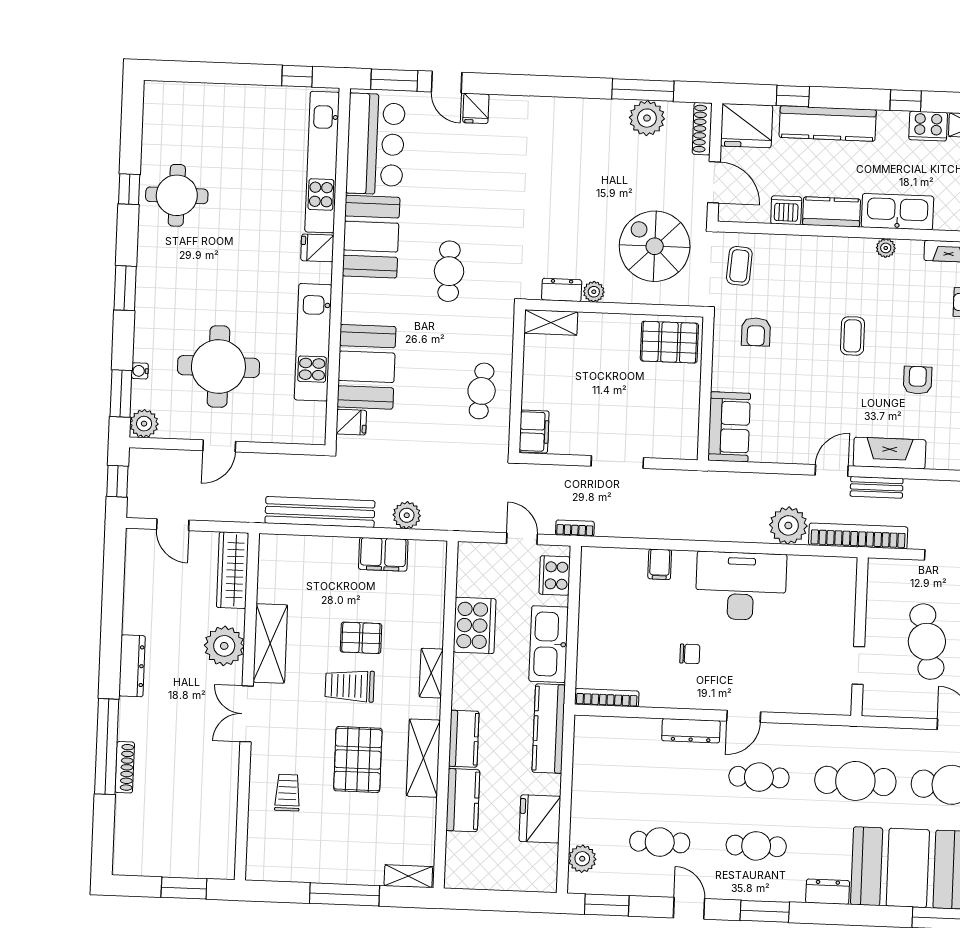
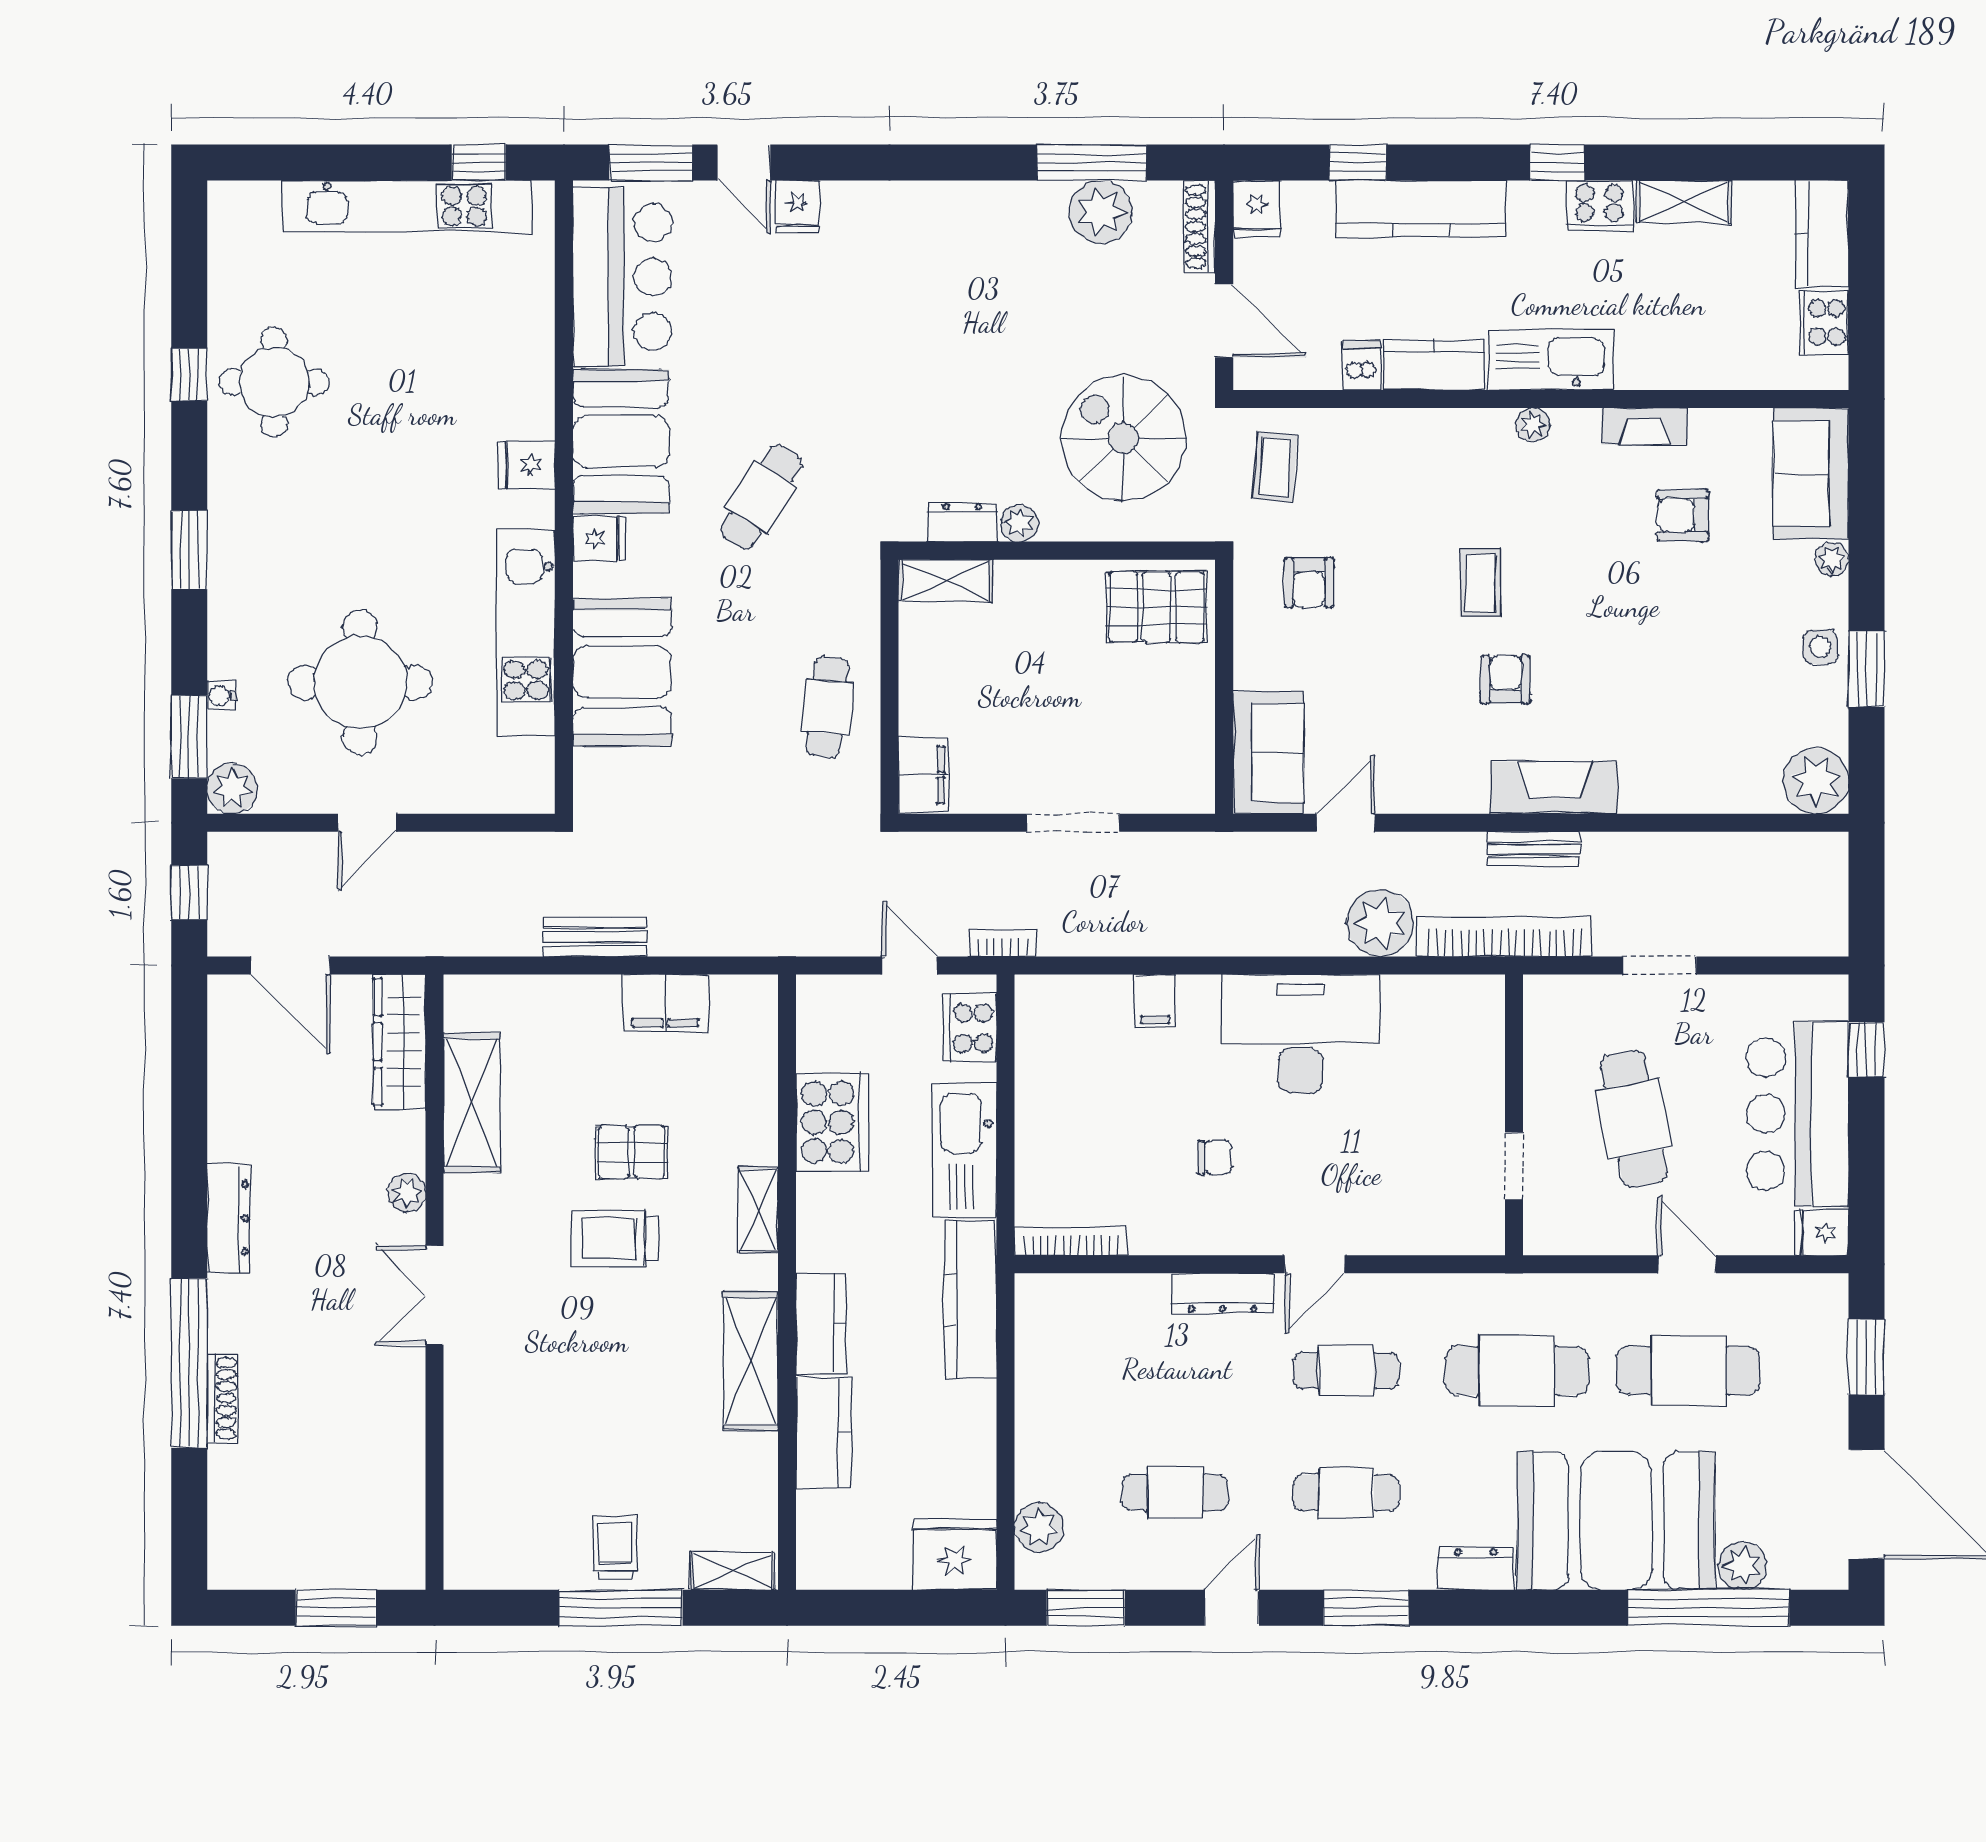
fridge: (747, 126) -> (1257, 209), width x0.53, depth x0.75
kitchen unit: (322, 162) -> (407, 206), moved, turned -90
dishwasher: (786, 210) -> (1361, 365), width x0.73
cafe table: (449, 271) -> (761, 497), turned 32
armchair: (918, 380) -> (1506, 680), moved
fridge: (351, 422) -> (599, 539), moved
door: (832, 471) -> (1346, 823), moved
bench: (320, 512) -> (595, 937), width x0.54, depth x0.82
plant: (407, 515) -> (704, 932), removed
door: (173, 525) -> (290, 965), width x1.38
shelving: (270, 643) -> (471, 1103), moved
plant: (224, 646) -> (407, 1193), width x0.53, depth x0.53
pallet: (358, 759) -> (635, 1368), removed
trolley: (287, 793) -> (615, 1548), moved
fridge: (540, 819) -> (955, 1555), moved, turned 90
door: (689, 908) -> (1232, 1608), hinge flipped

